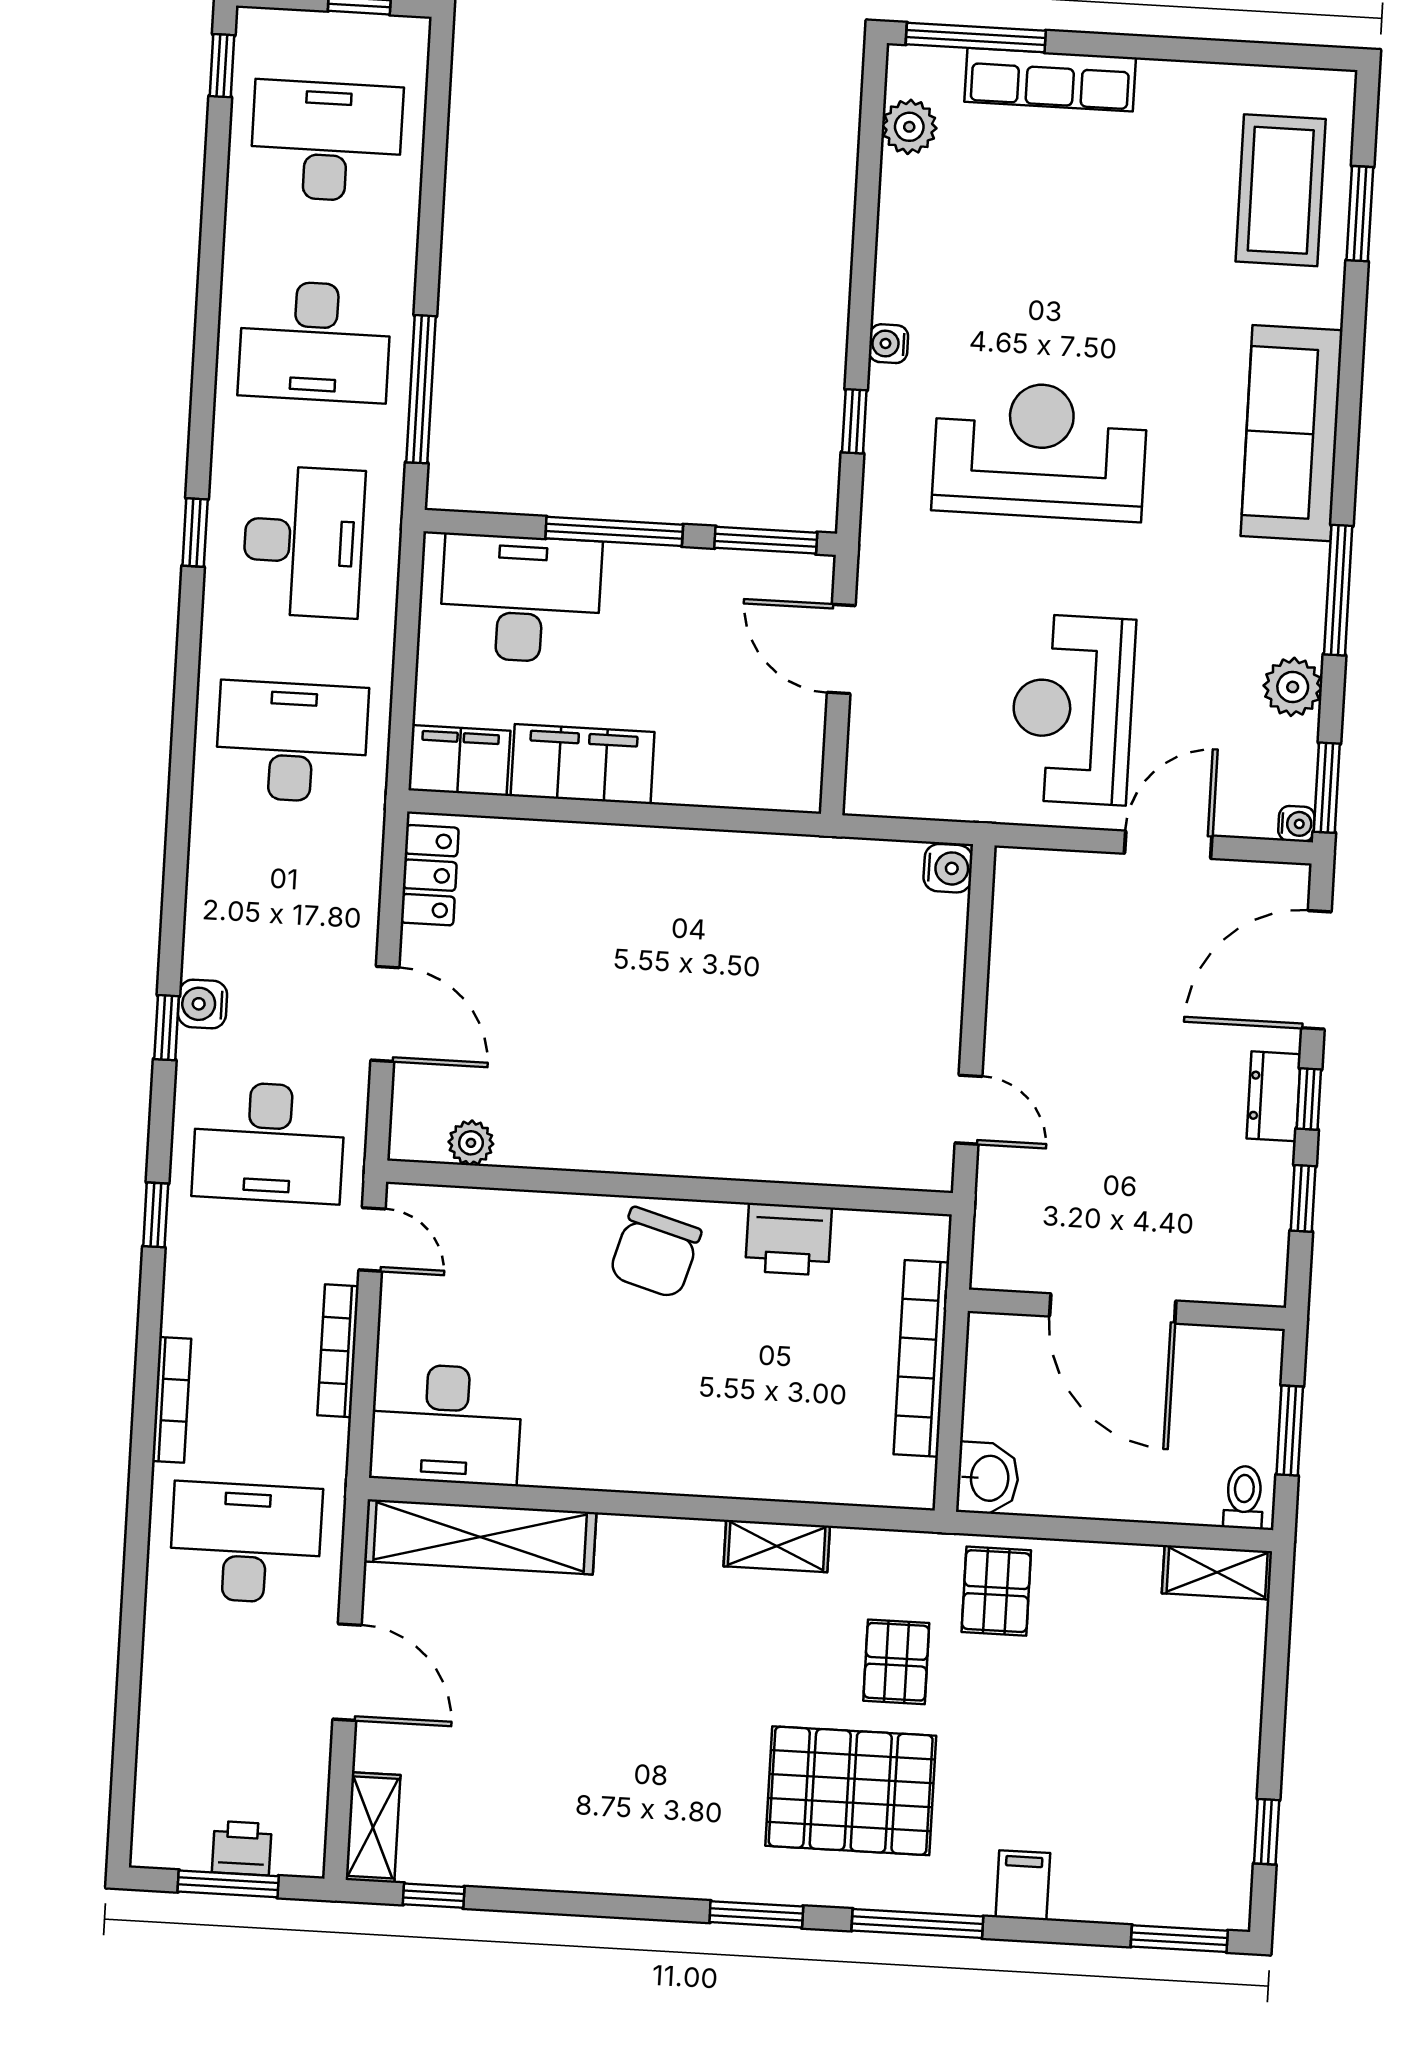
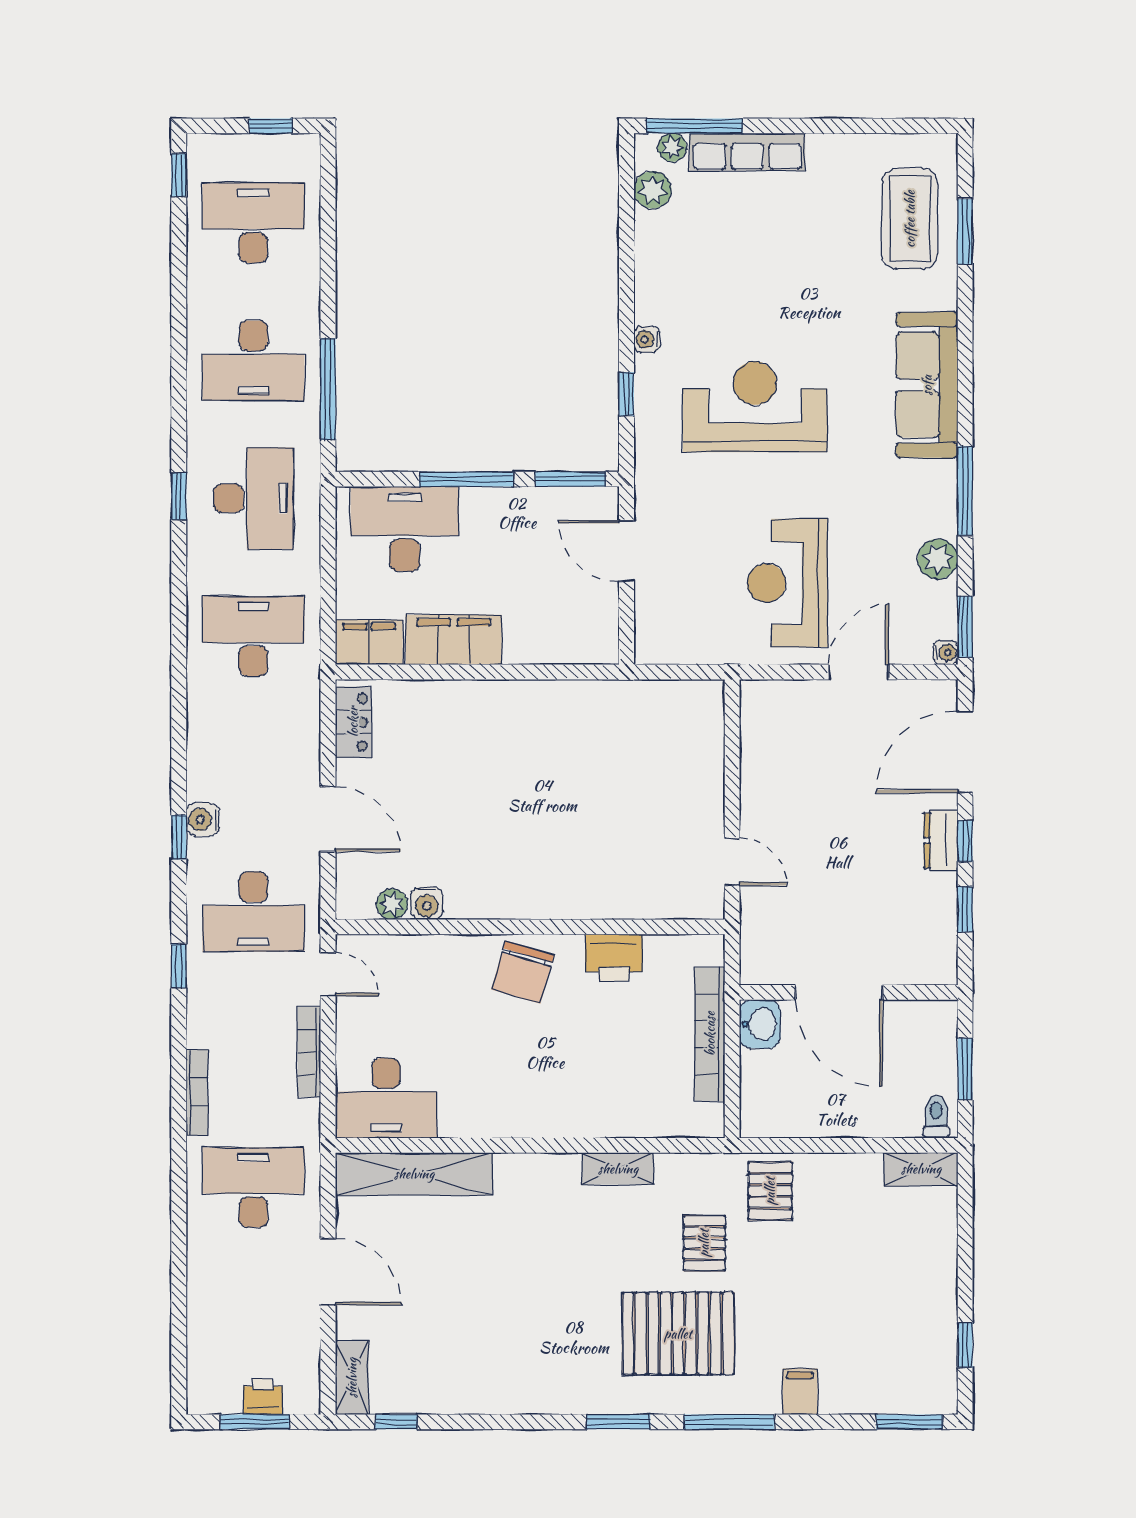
plant: (941, 67) -> (672, 148), added
water cooler: (948, 868) -> (427, 903), moved, turned 90
washbasin: (988, 1478) -> (760, 1024), moved

